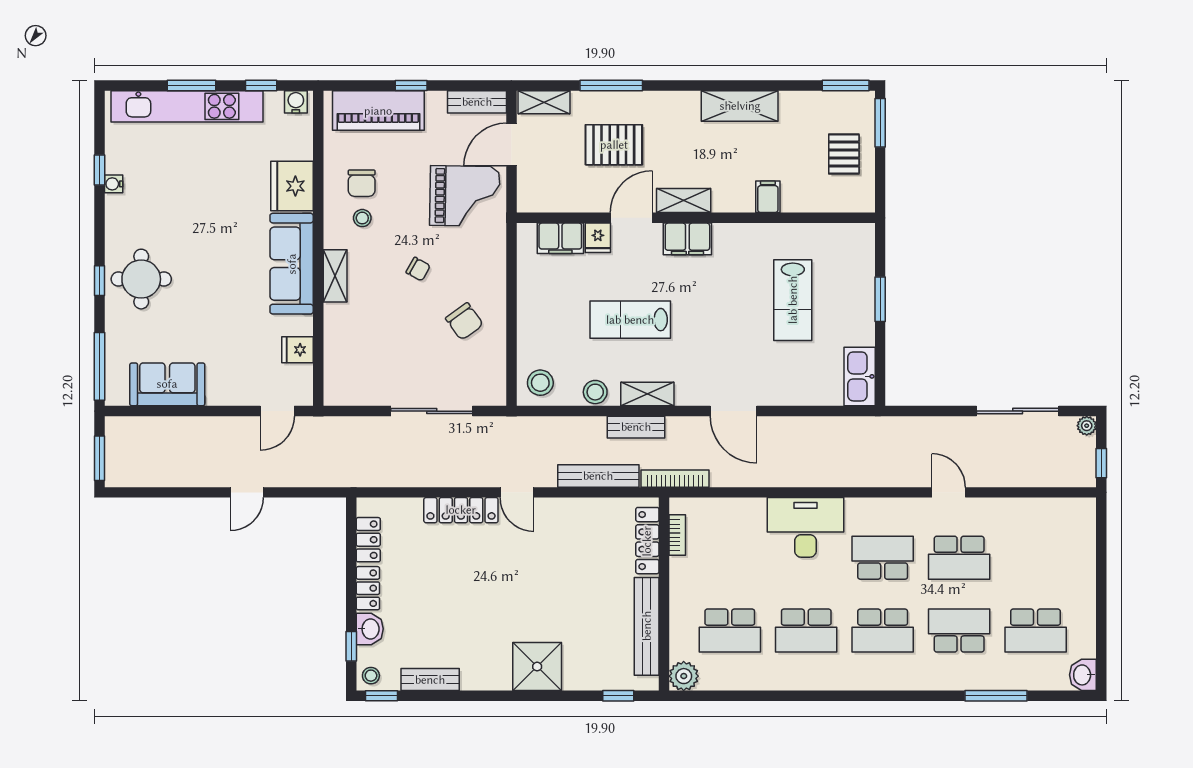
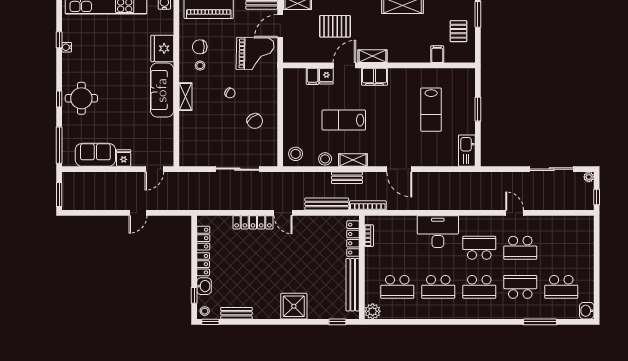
chair: (362, 183) -> (200, 47), turned 90
filing cabinet: (768, 197) -> (437, 54), moved
filing cabinet: (560, 238) -> (312, 76), width x0.50
fridge: (298, 350) -> (124, 158), moved, turned 90

